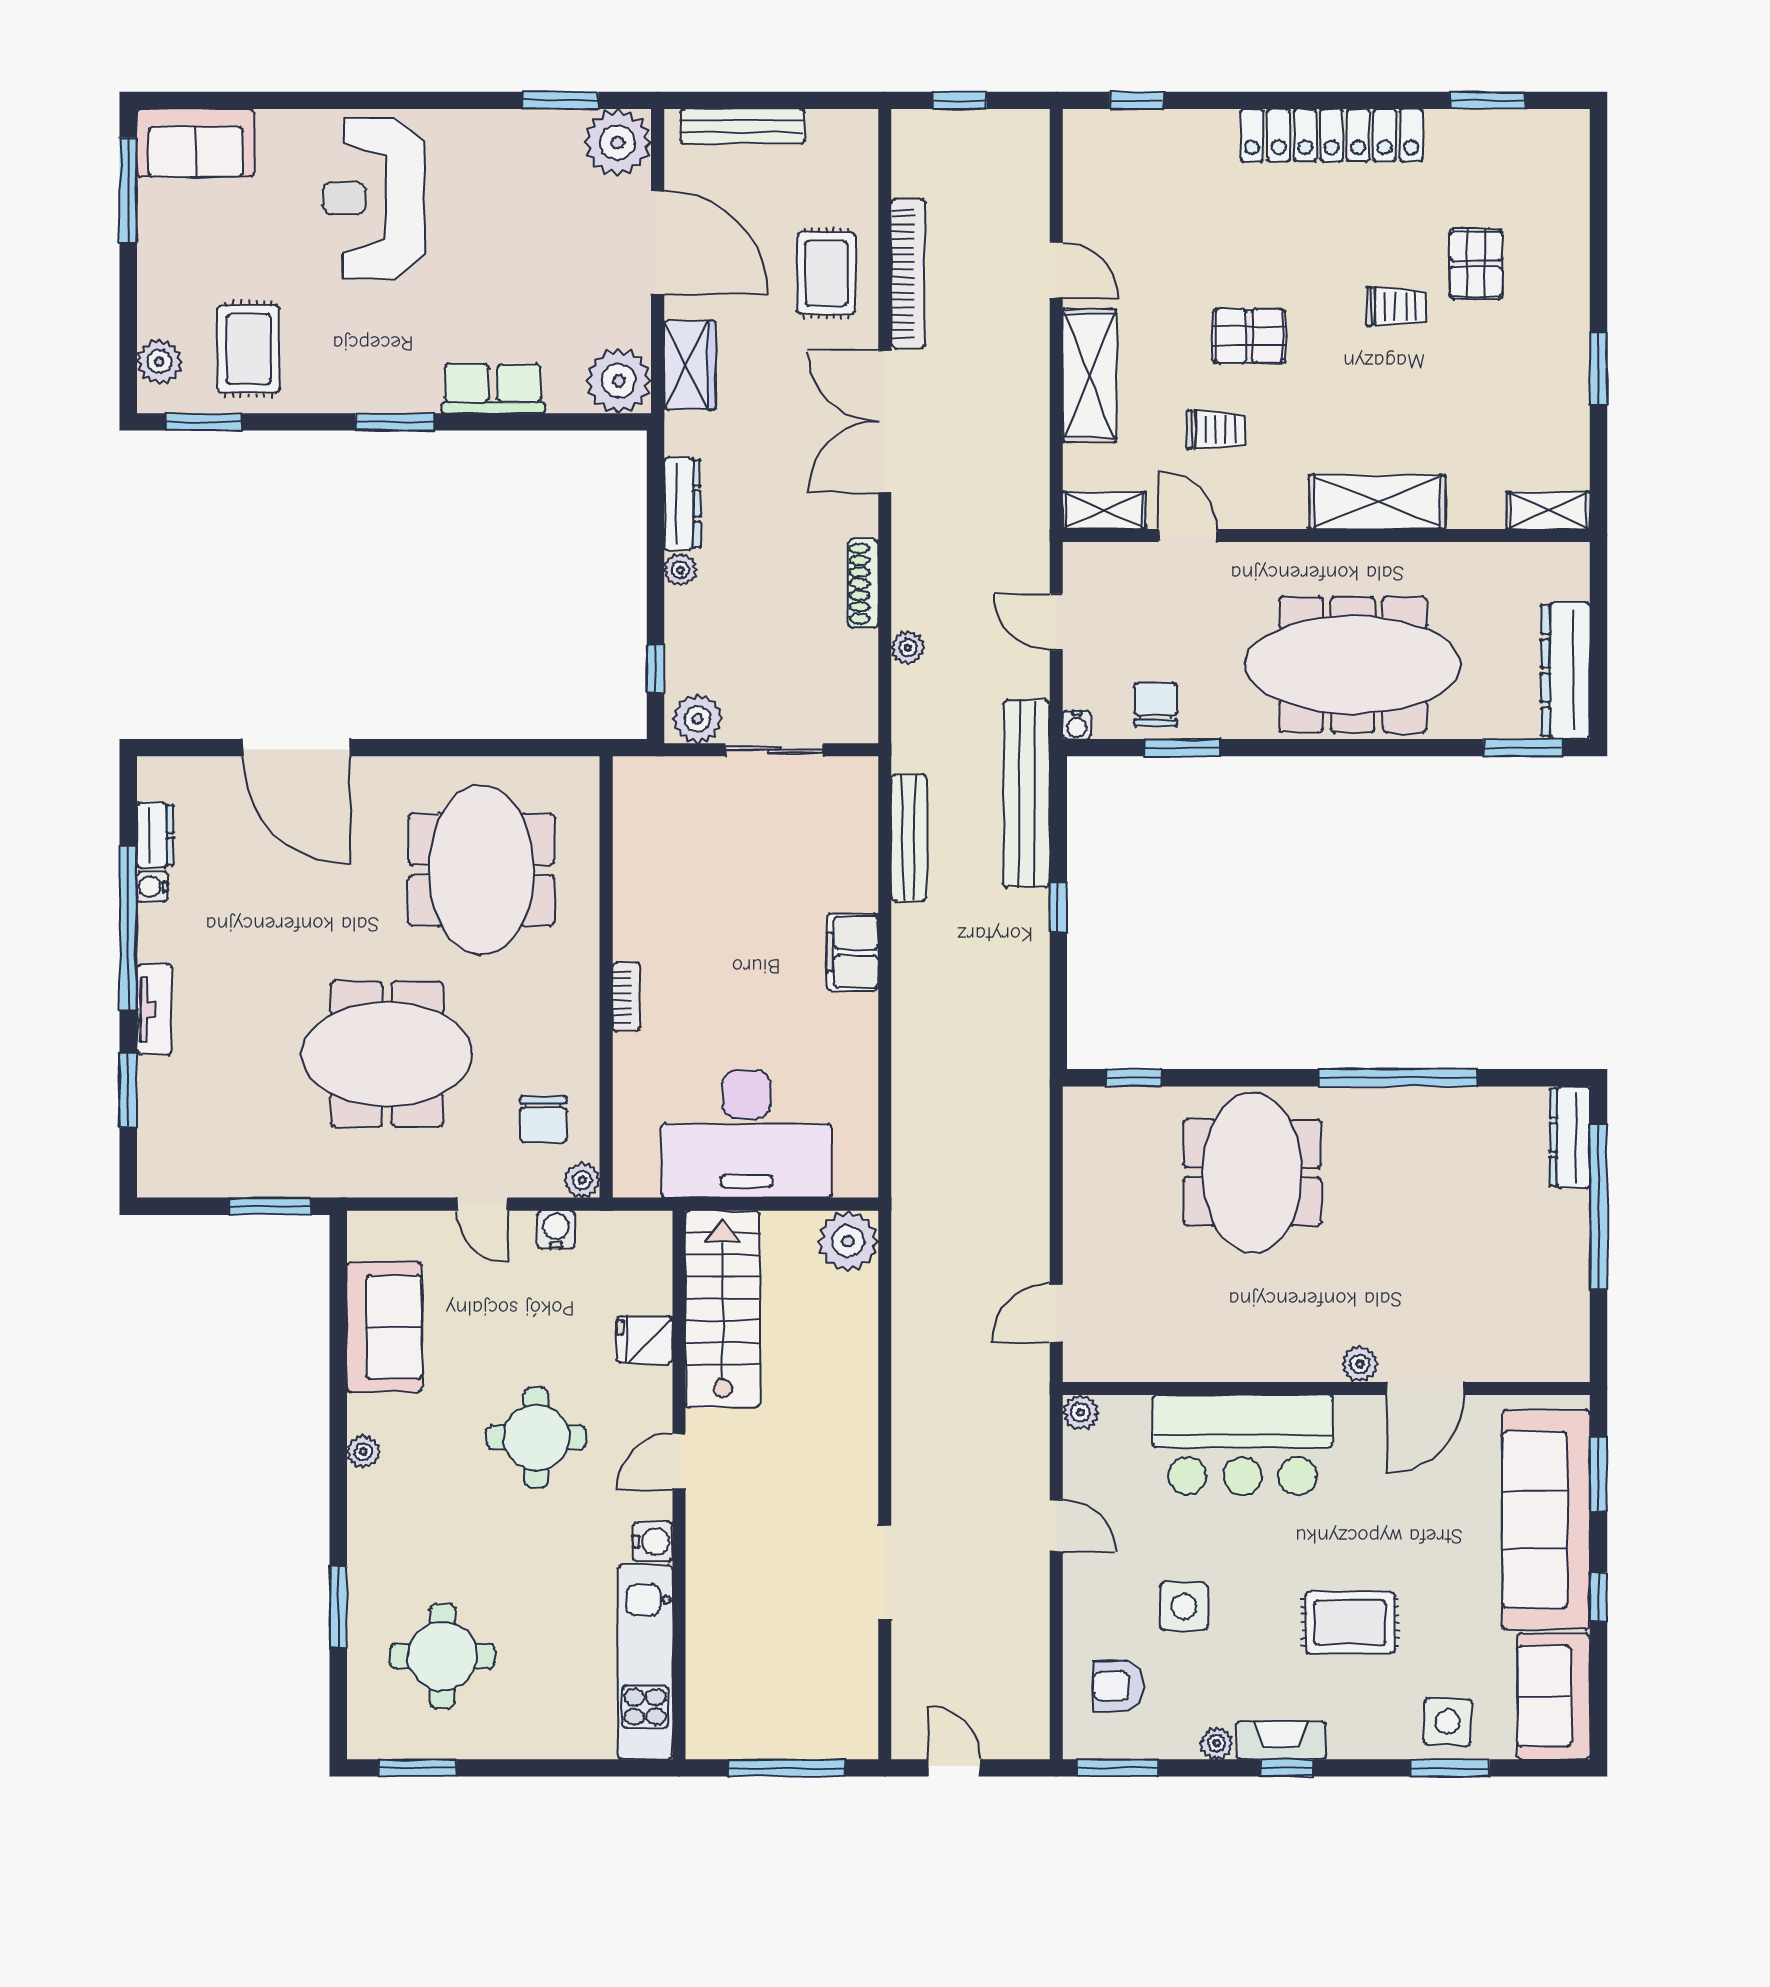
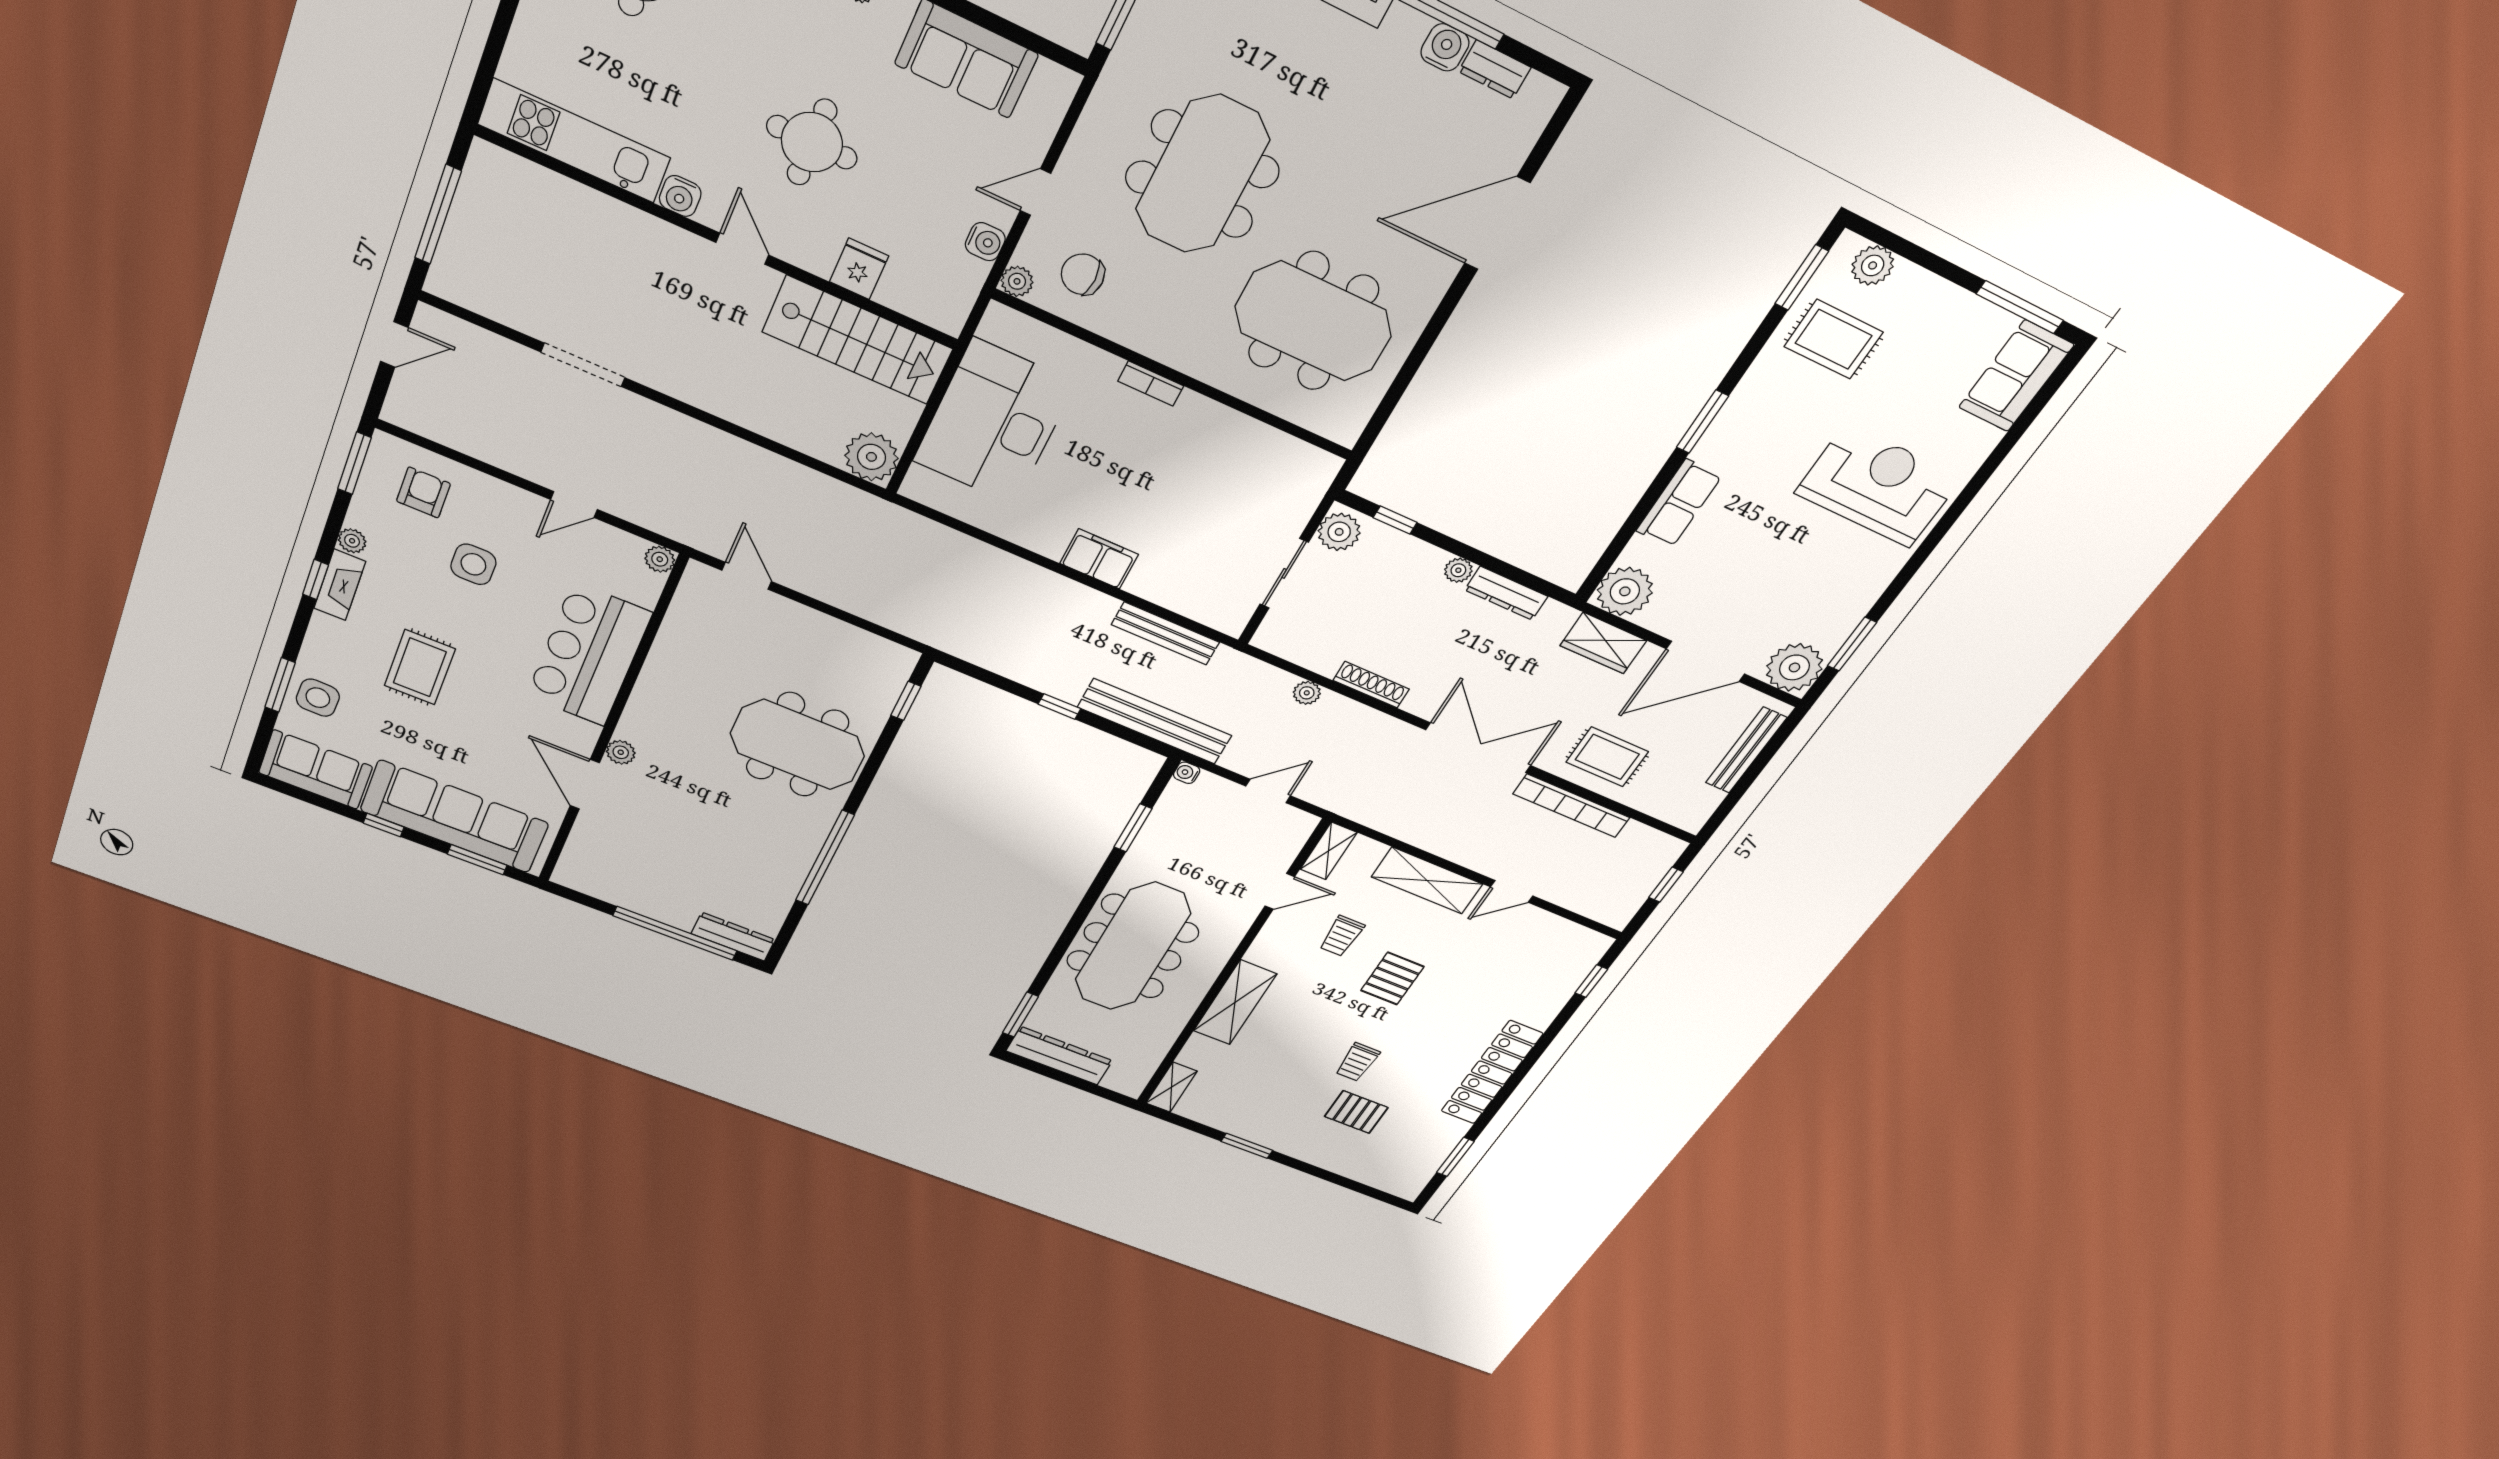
chair: (1156, 704) -> (1173, 825), removed
water cooler: (152, 887) -> (1445, 47), width x1.38, depth x1.38

